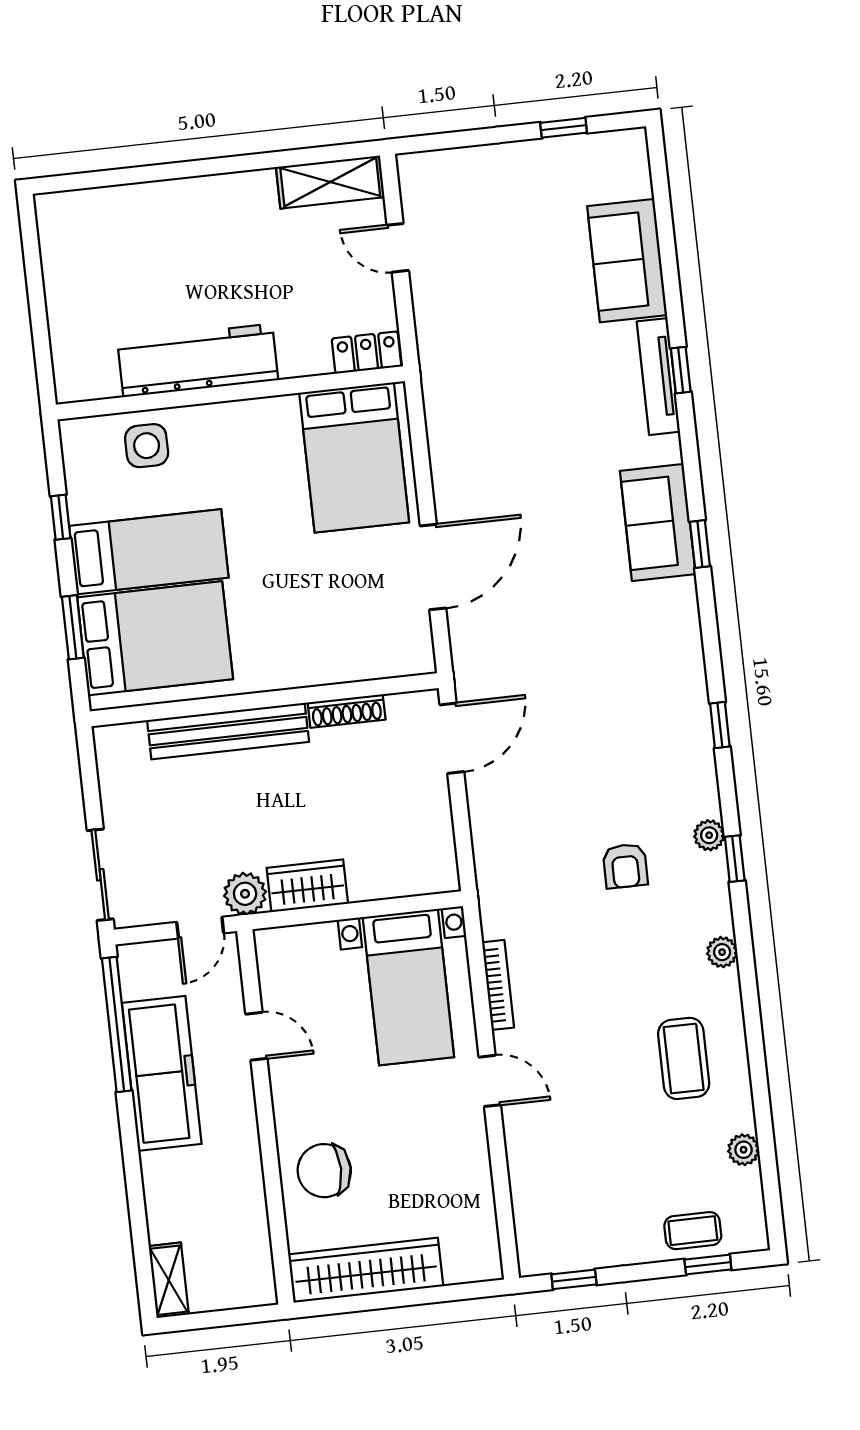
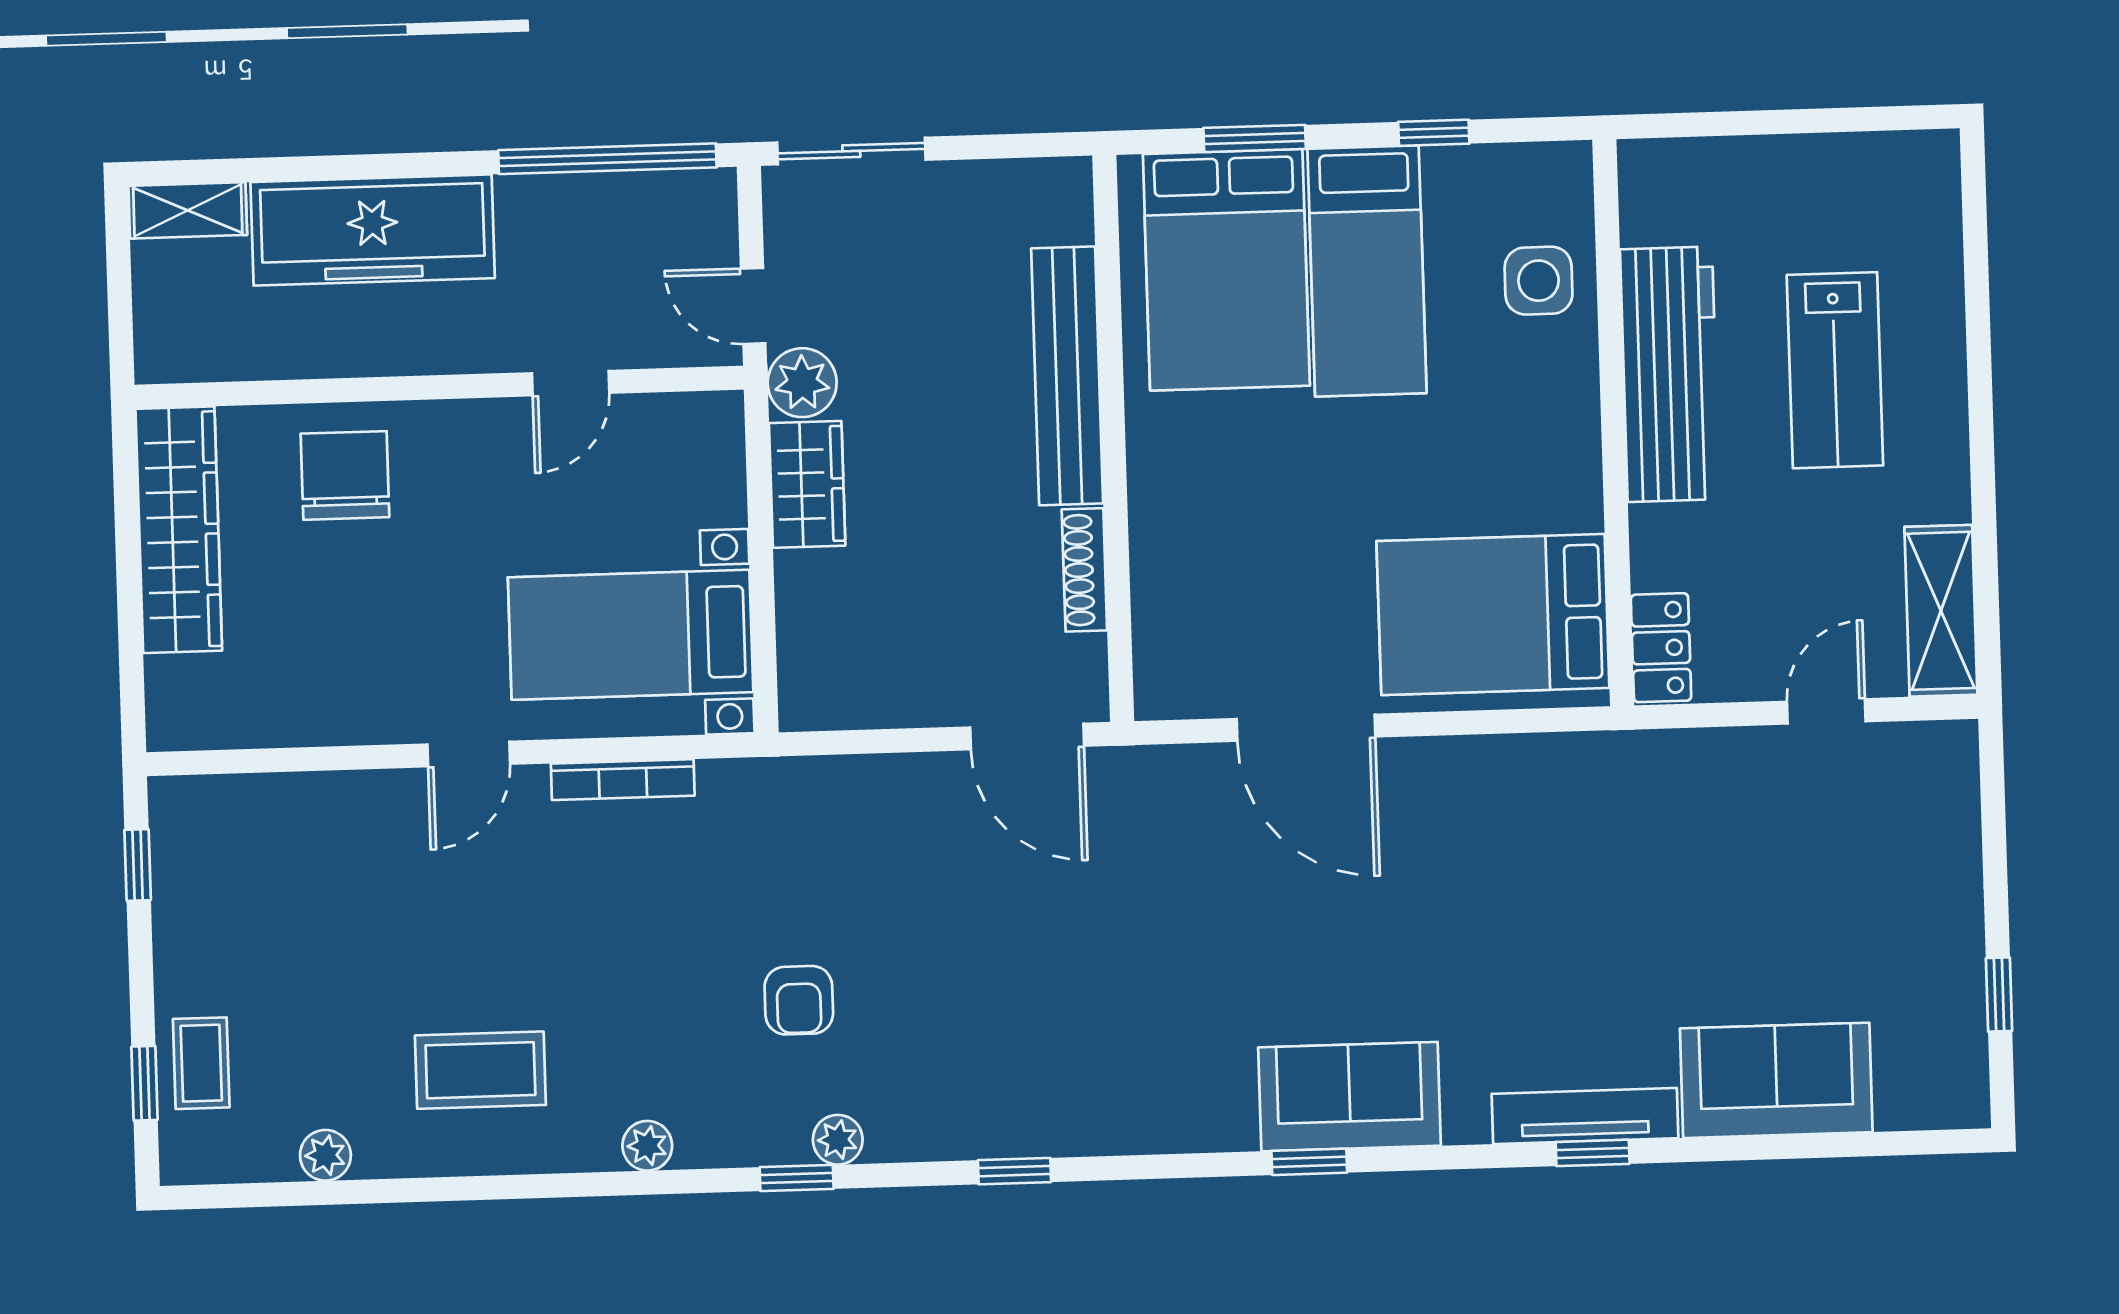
lab bench: (187, 259) -> (1835, 370), added
armchair: (625, 866) -> (799, 1000), turned -90
freezer: (162, 1073) -> (373, 230), moved

